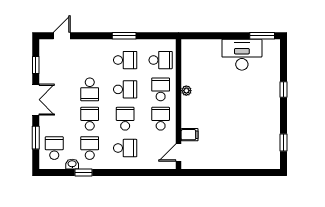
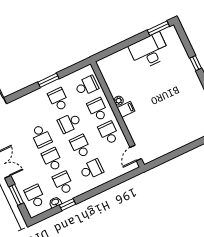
school desk: (125, 60) -> (58, 99), turned -90
school desk: (125, 89) -> (69, 123), turned 180
filing cabinet: (190, 135) -> (126, 109), moved

